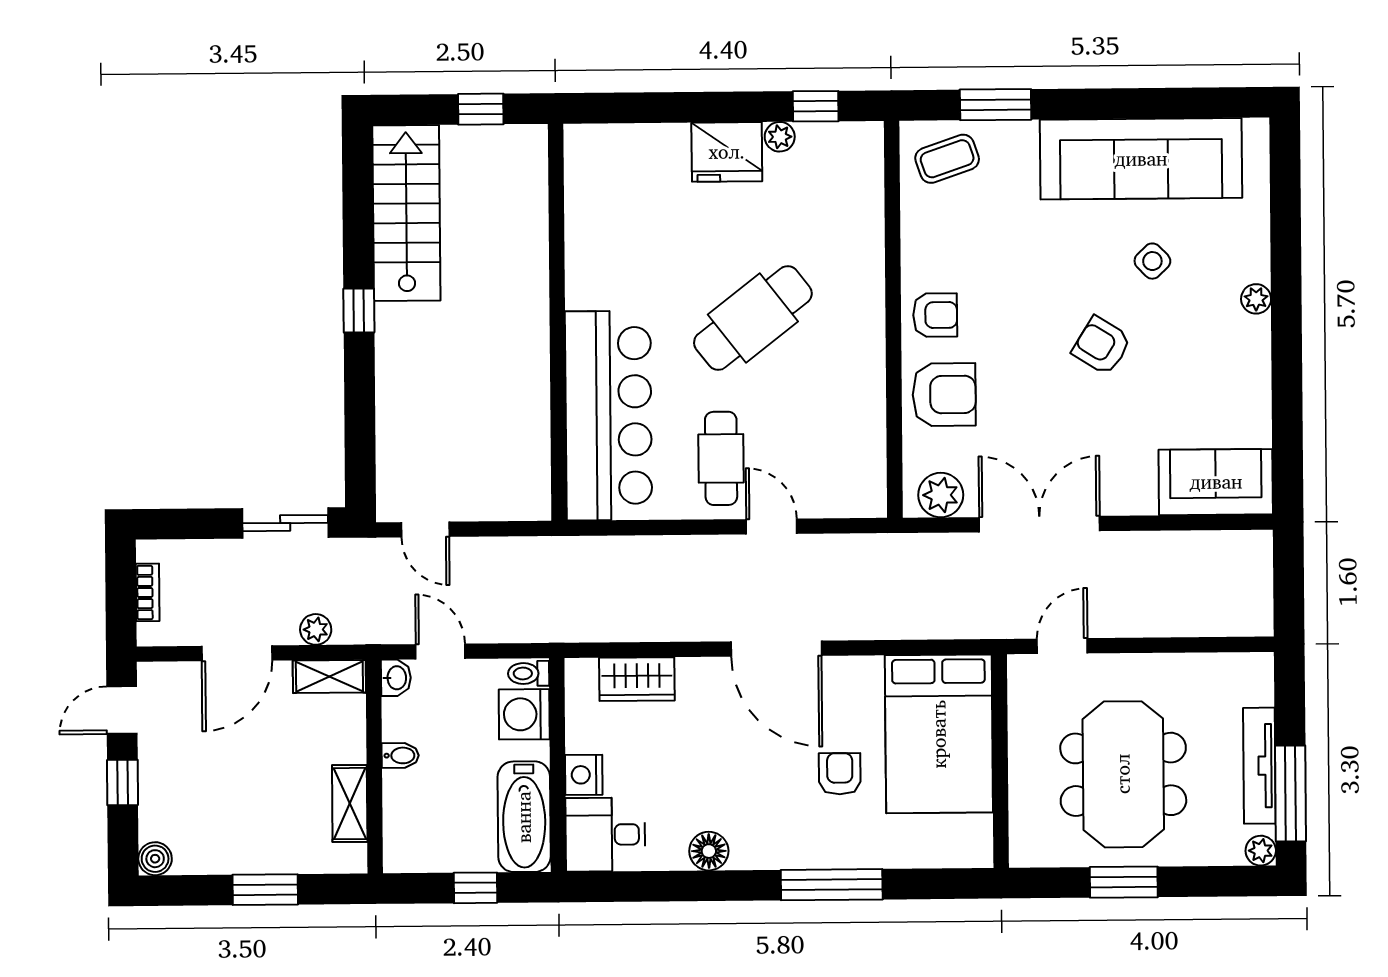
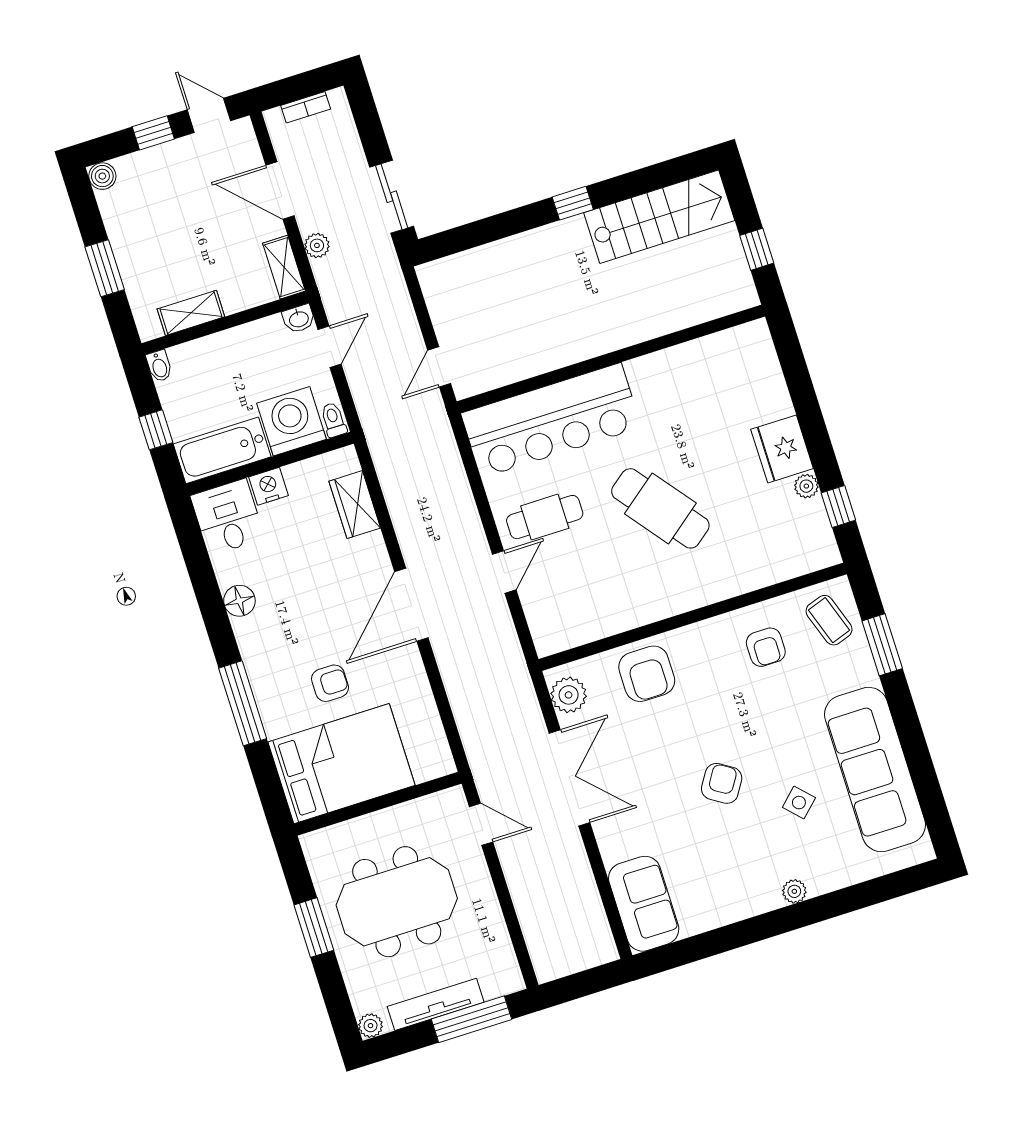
armchair: (935, 315) -> (766, 647), moved
door: (425, 529) -> (439, 367), moved
washing machine: (524, 714) -> (292, 421), width x1.37, depth x1.37
bed: (939, 734) -> (342, 764), moved, turned 180
bidet: (400, 755) -> (159, 366), moved
window: (1291, 794) -> (471, 1019), moved

